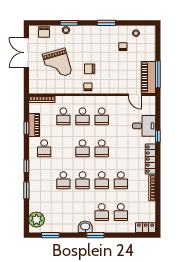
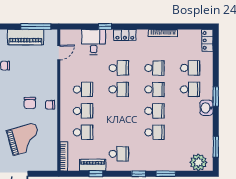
piano: (148, 77) -> (25, 37), moved
school desk: (83, 148) -> (119, 68), moved
locker: (150, 159) -> (125, 35), width x0.66

